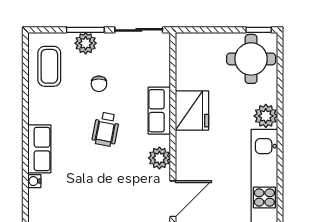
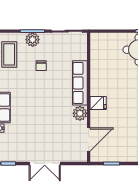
fridge: (192, 110) -> (98, 103), moved, width x0.53, depth x0.75
row of seats: (159, 111) -> (80, 83), width x1.48
wheelchair: (106, 129) -> (45, 95), removed

